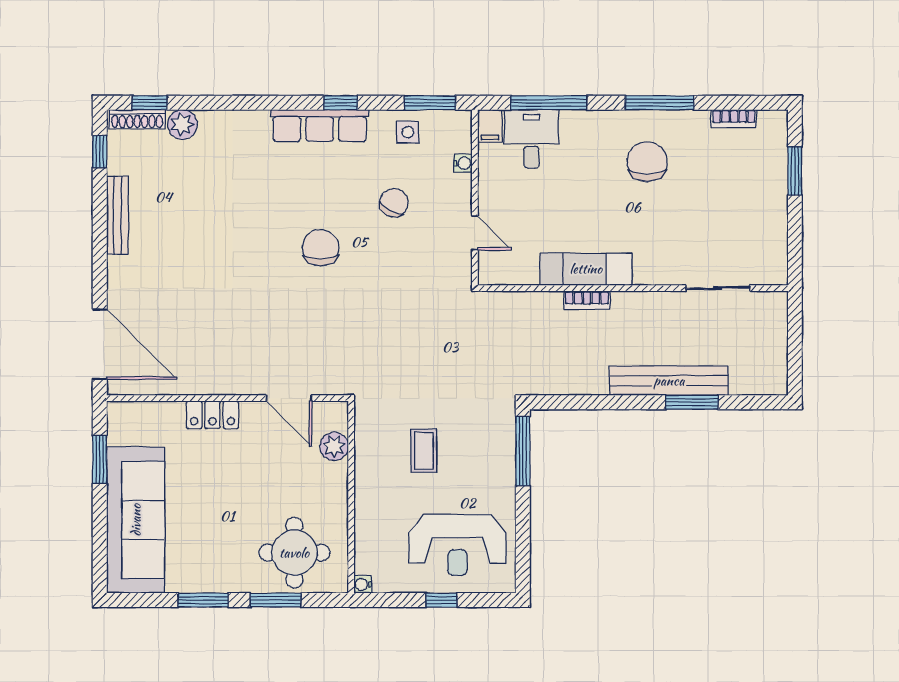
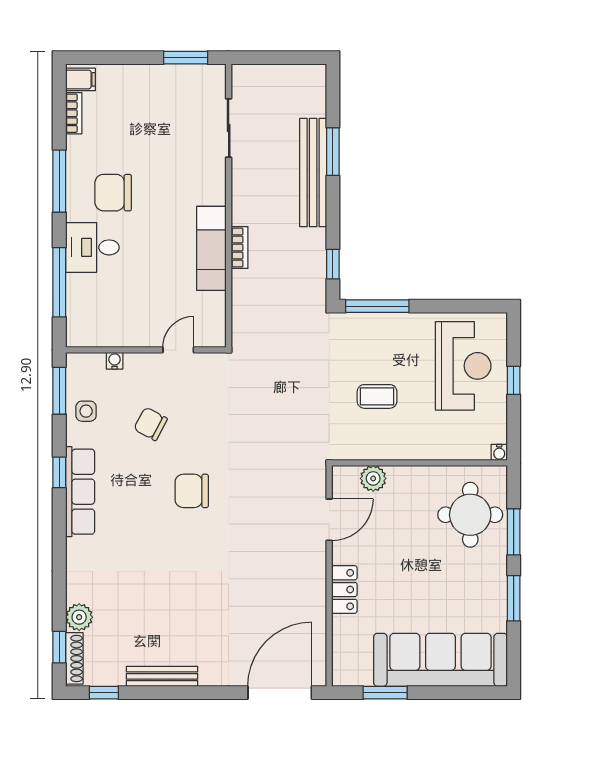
filing cabinet: (490, 126) -> (80, 79), moved
desk: (531, 139) -> (92, 247), moved
window: (795, 171) -> (186, 58), moved
window: (569, 402) -> (333, 264), added

